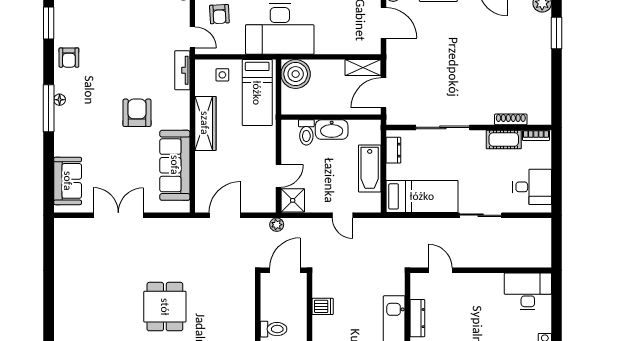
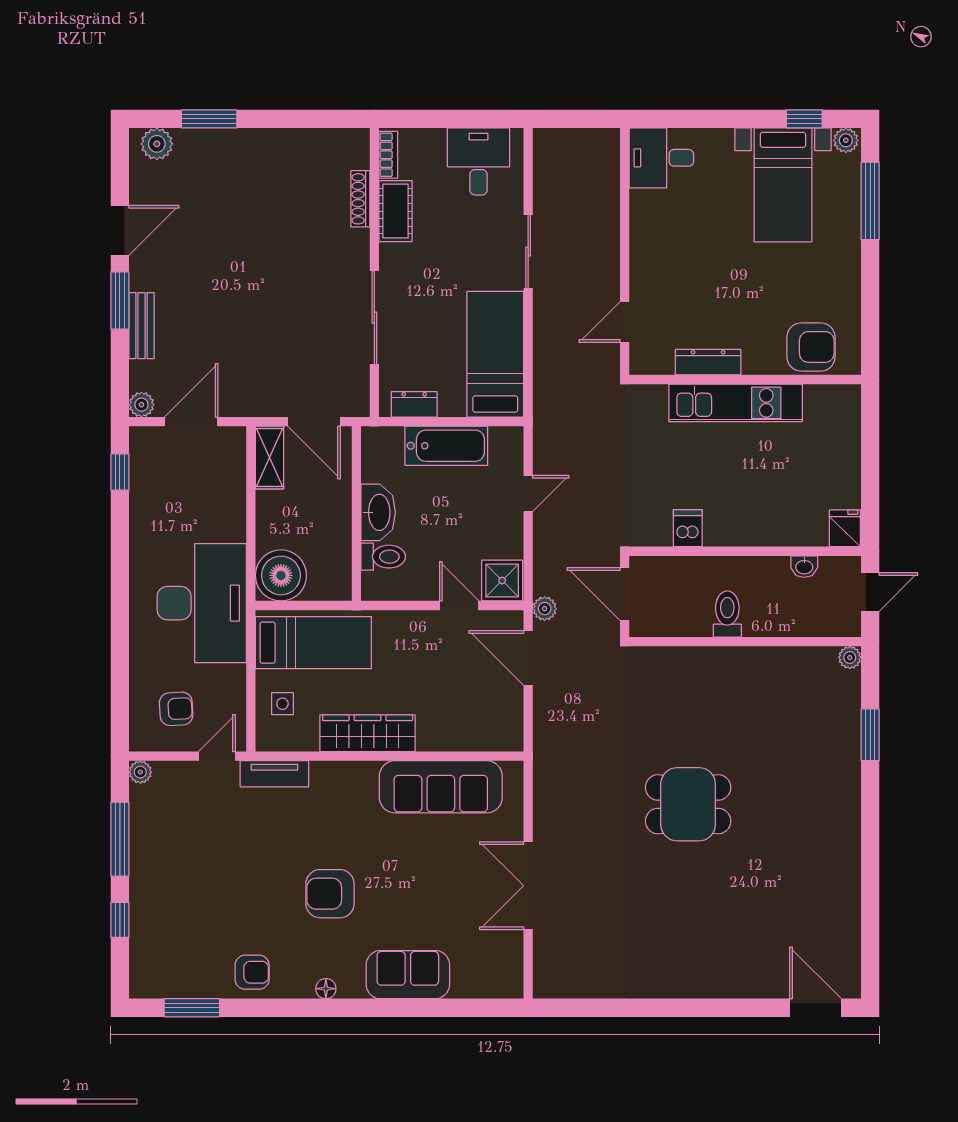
window: (49, 108) -> (341, 1008), removed
armchair: (137, 113) -> (330, 894), moved
sofa: (68, 181) -> (408, 975), moved
door: (225, 215) -> (528, 658), moved
desk: (528, 291) -> (661, 158), width x0.73

